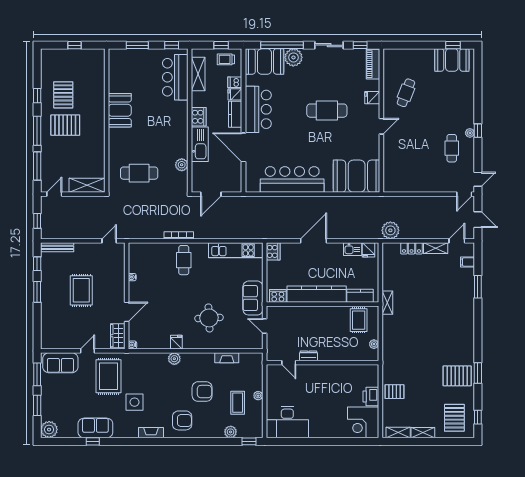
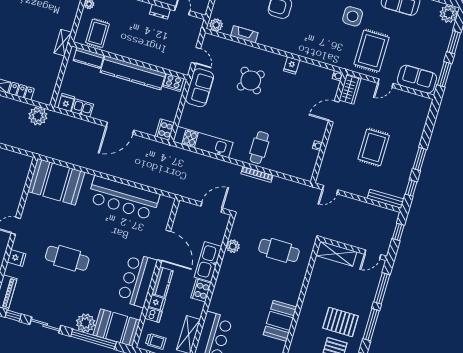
round table: (209, 318) -> (251, 80), turned 45
plant: (174, 359) -> (216, 25), moved

